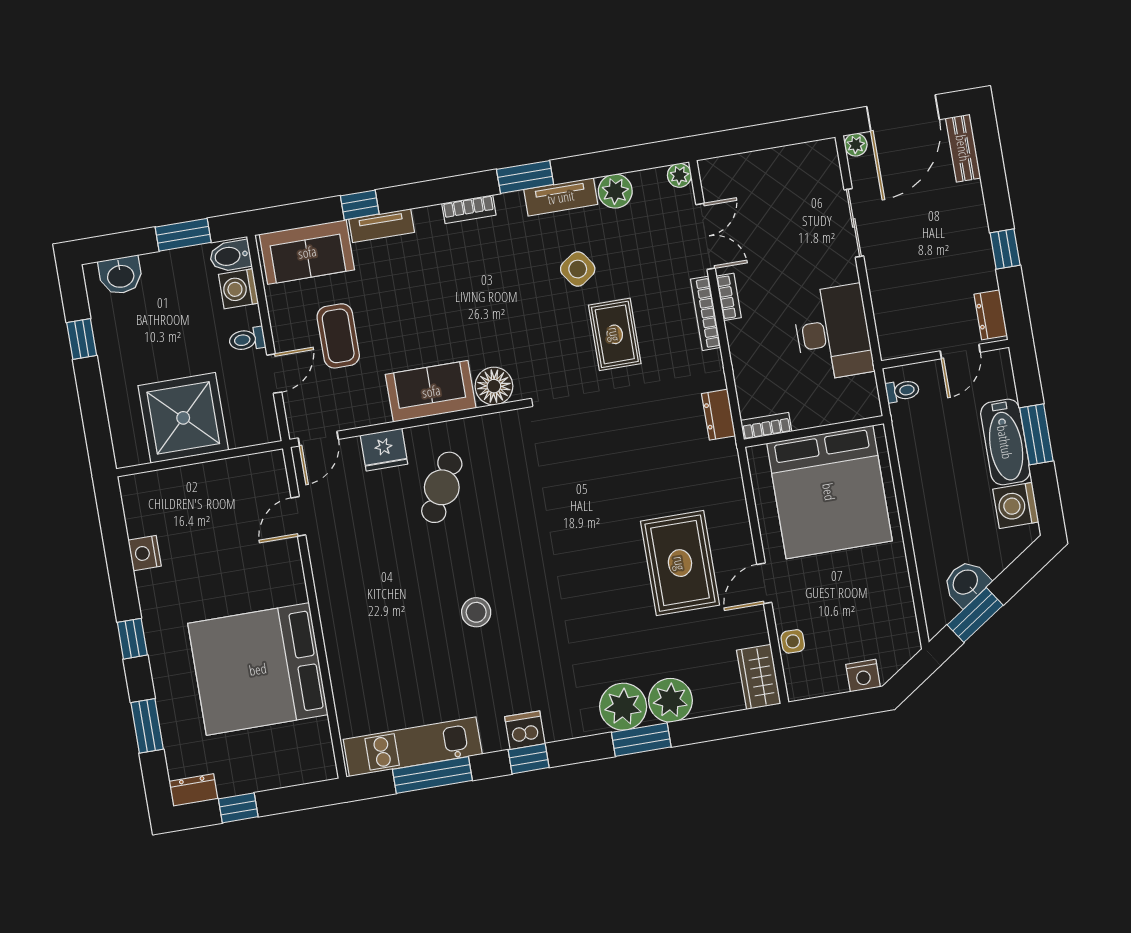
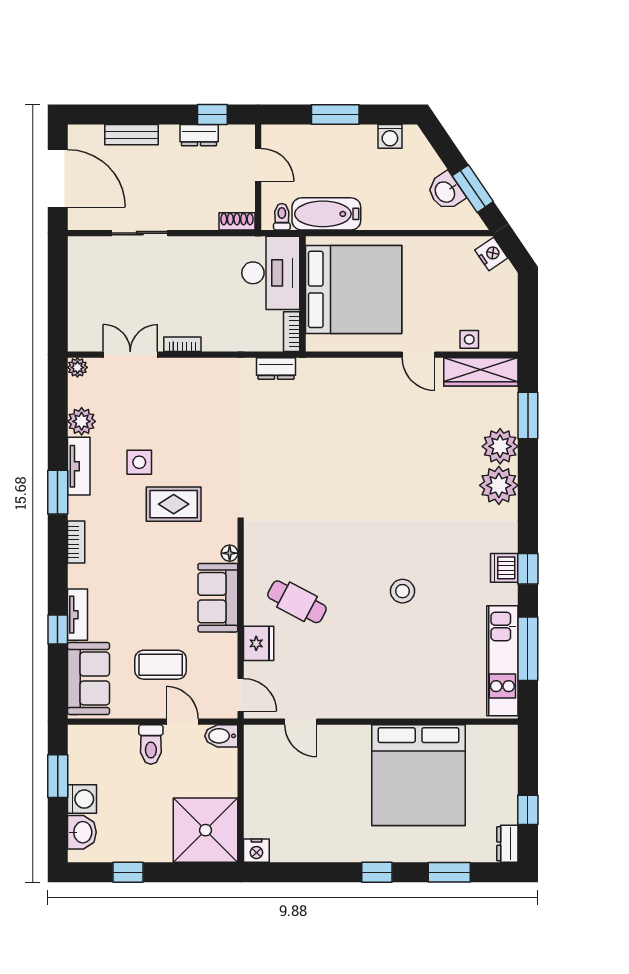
plant: (856, 145) -> (77, 221), removed
bench: (963, 148) -> (132, 135), moved
window: (1005, 249) -> (212, 115), moved
bidet: (230, 256) -> (221, 736), moved, turned 90
side table: (578, 269) -> (139, 462), turned 35
washing machine: (238, 289) -> (82, 799), moved, turned -90
bookcase: (706, 313) -> (192, 365), removed
dresser: (991, 315) -> (199, 135), moved
desk: (833, 333) -> (271, 273), moved, turned 90
rug: (615, 334) -> (174, 504), moved
shoe rack: (888, 338) -> (237, 221), added
toilet: (247, 339) -> (151, 744), width x1.37, depth x1.39
floor lamp: (494, 386) -> (230, 553), width x0.53, depth x0.53
shower: (183, 418) -> (206, 830), moved
bathtub: (1005, 442) -> (326, 214), moved, turned 180
washing machine: (1016, 505) -> (390, 136), width x0.73, depth x0.73
nightstand: (145, 553) -> (256, 851), moved
rug: (680, 563) -> (391, 420), removed
nightstand: (863, 676) -> (491, 254), moved, turned -34
wardrobe: (759, 677) -> (481, 372), width x1.50
window: (641, 740) -> (528, 415), moved

